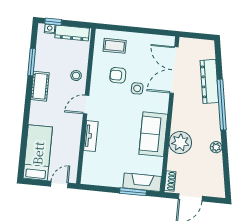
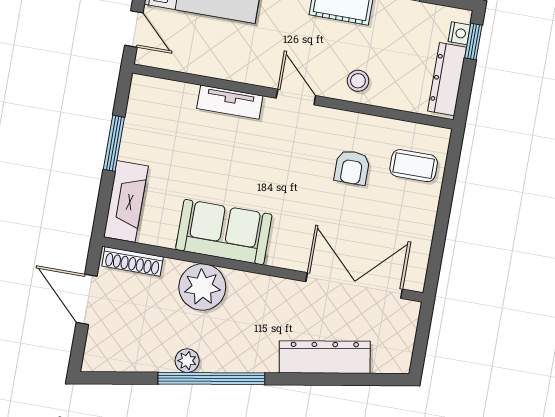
coffee table: (115, 46) -> (414, 166), turned 90
armchair: (118, 75) -> (352, 168), turned 180
side table: (137, 88) -> (322, 206), removed
window: (222, 105) -> (211, 379), moved
shoe rack: (170, 181) -> (133, 261), width x1.43
window: (133, 192) -> (114, 143), moved

